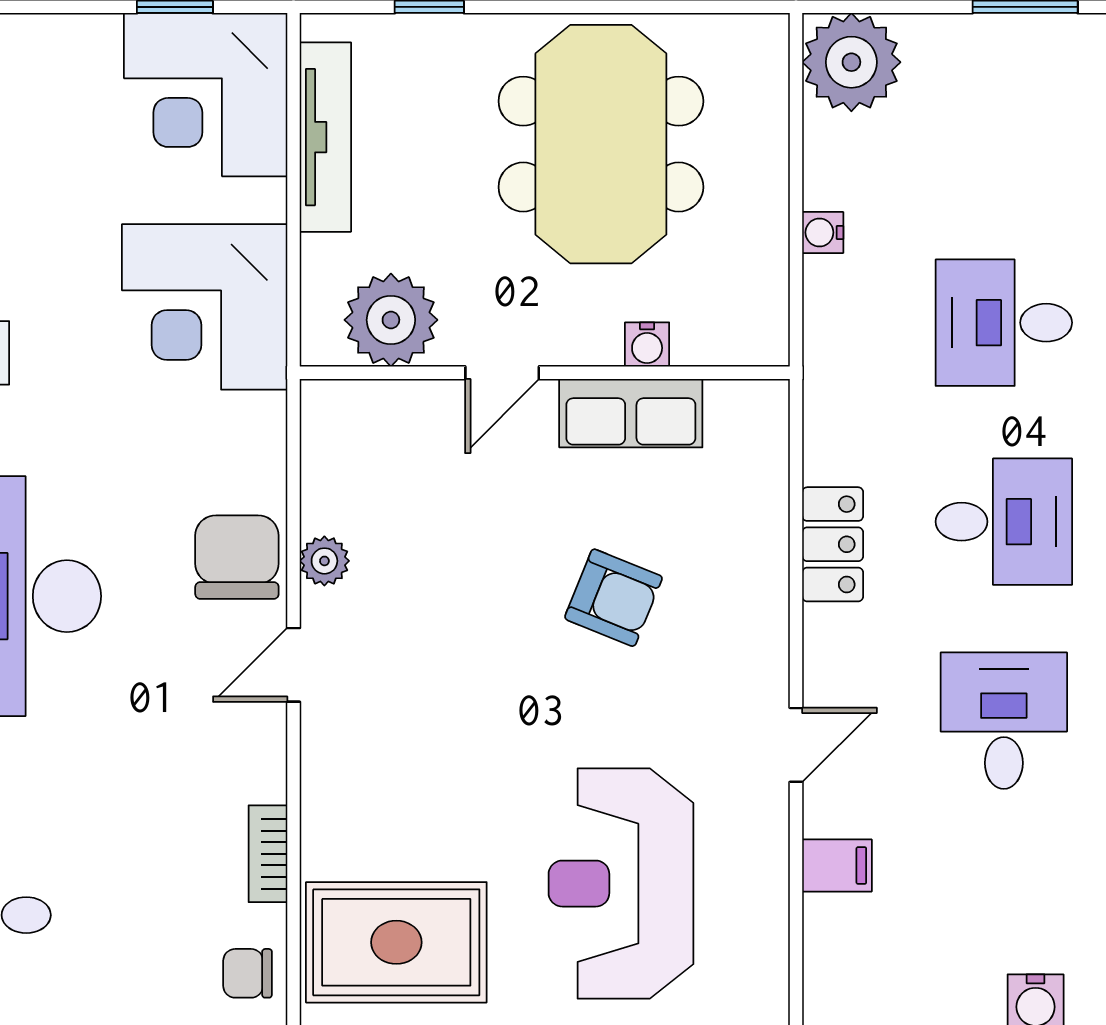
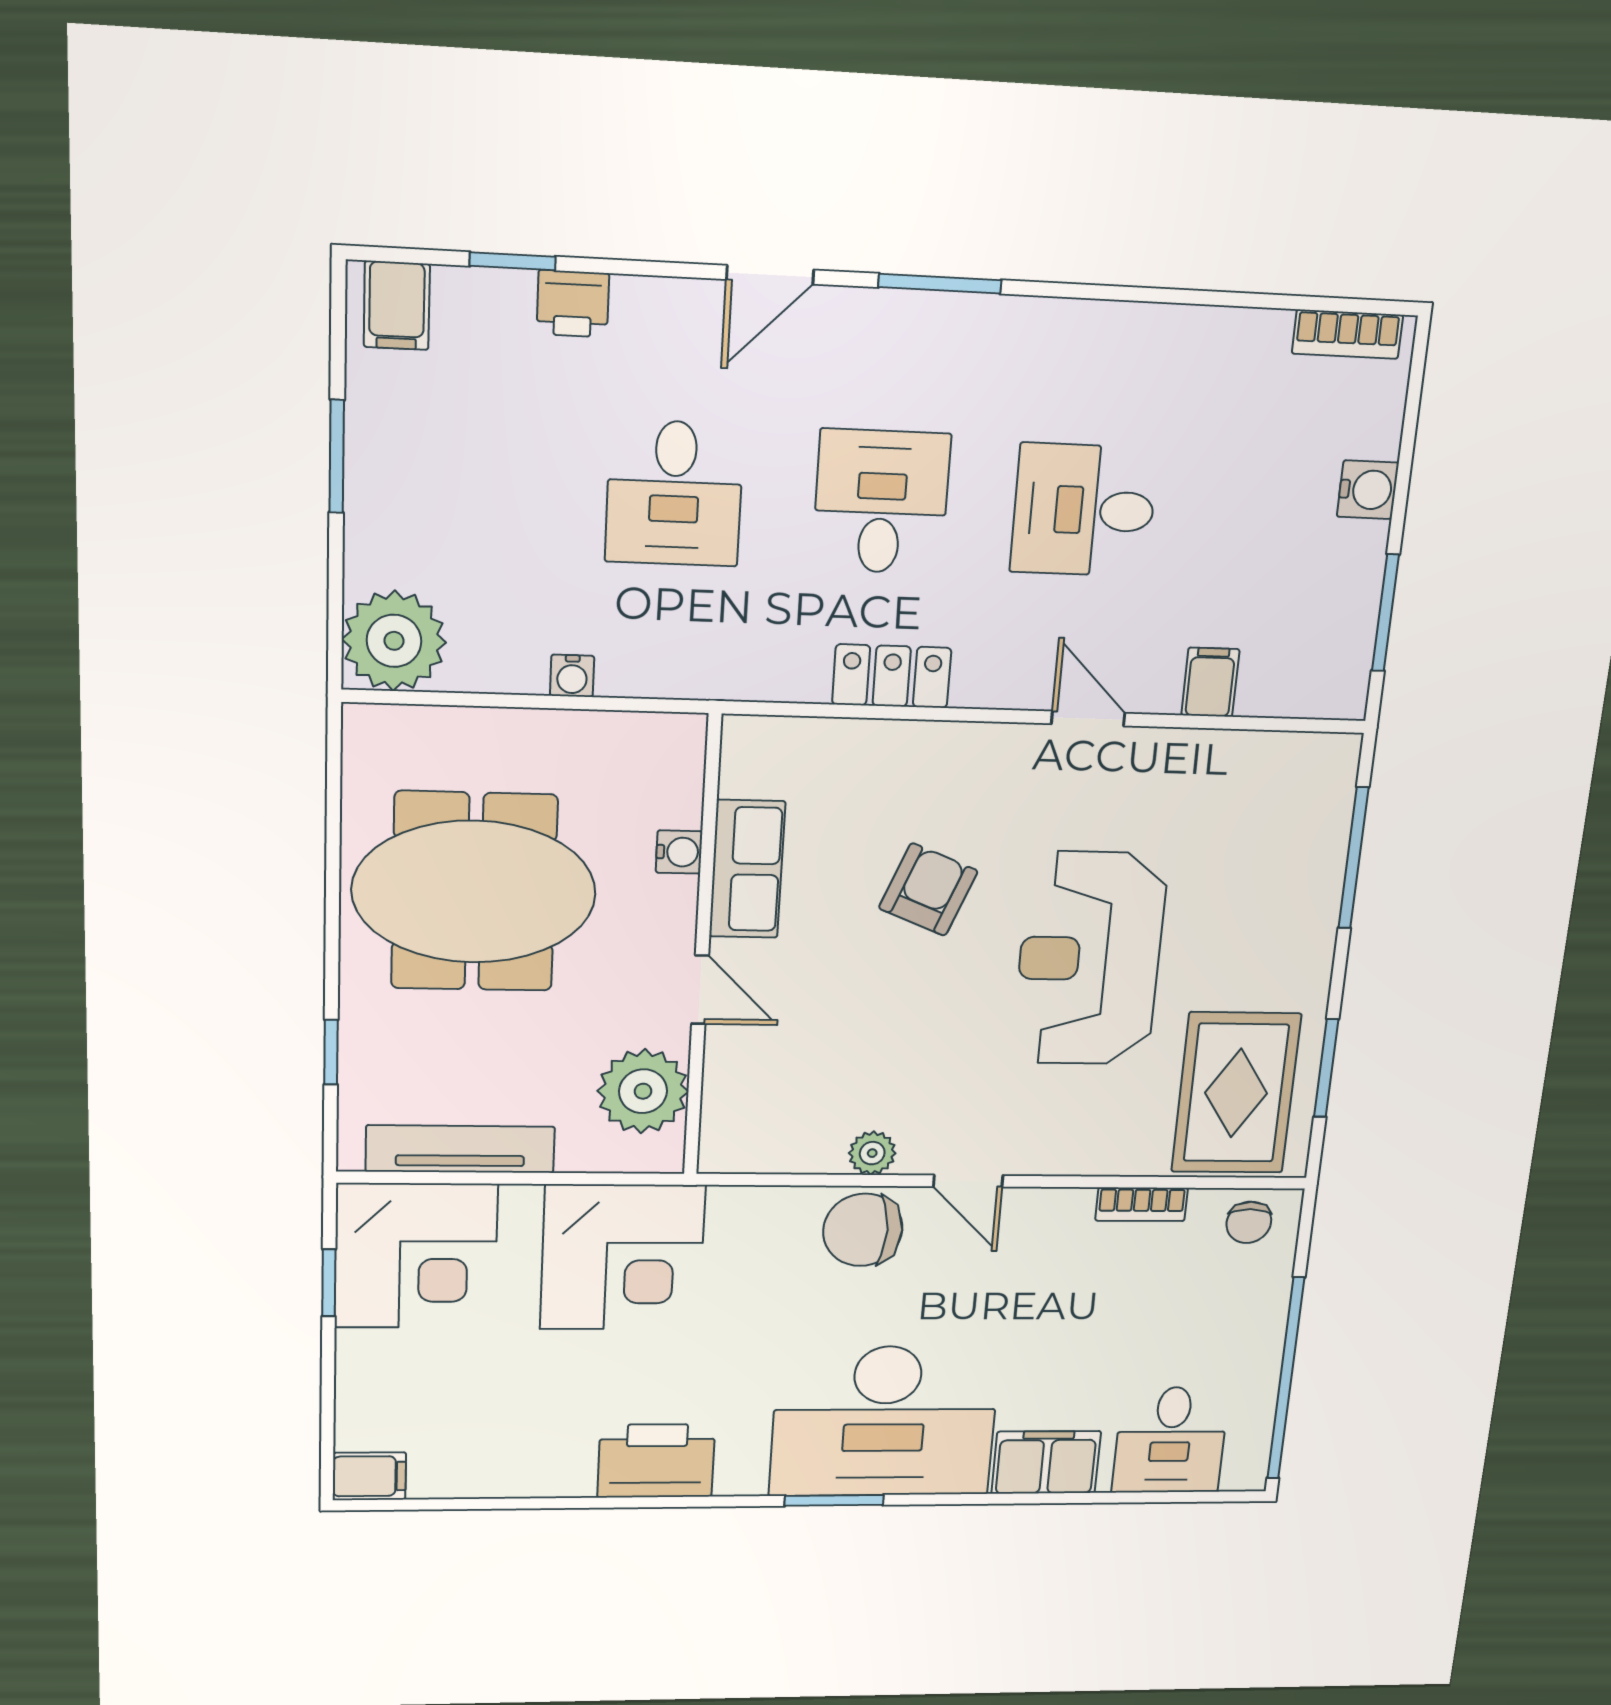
reception desk: (621, 884) -> (1089, 959), moved, turned 90

